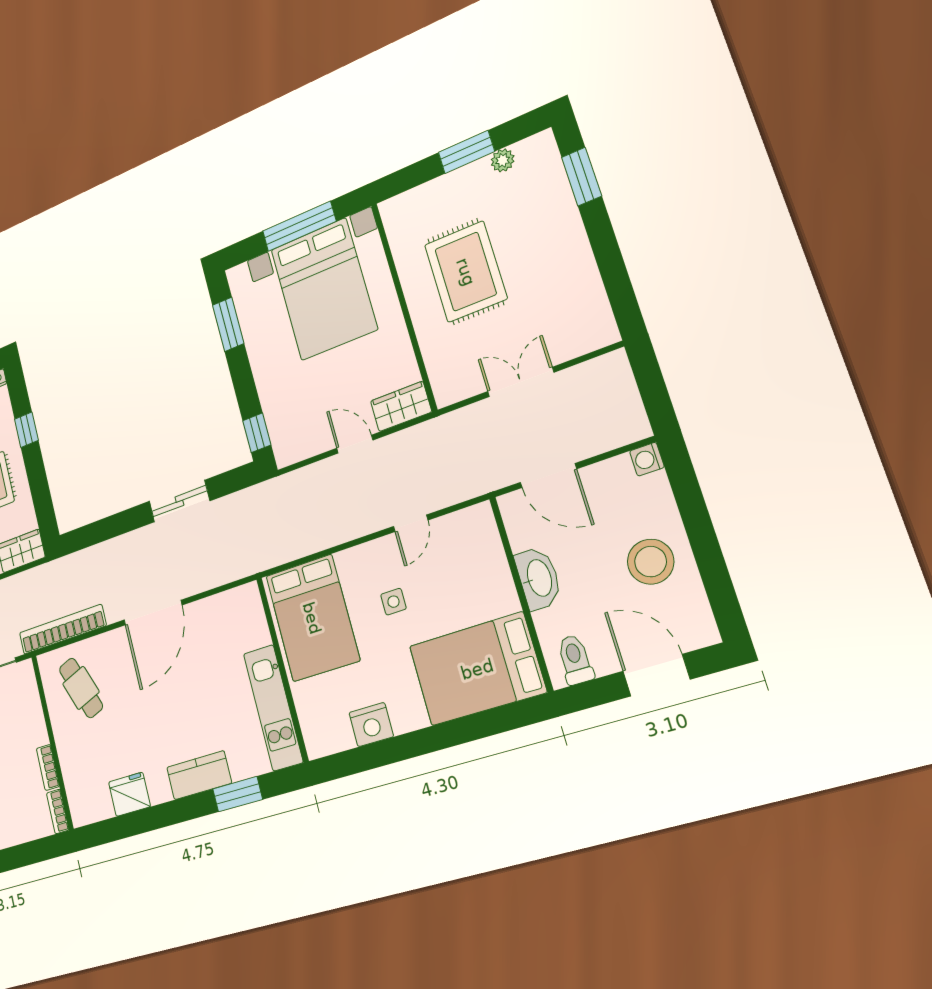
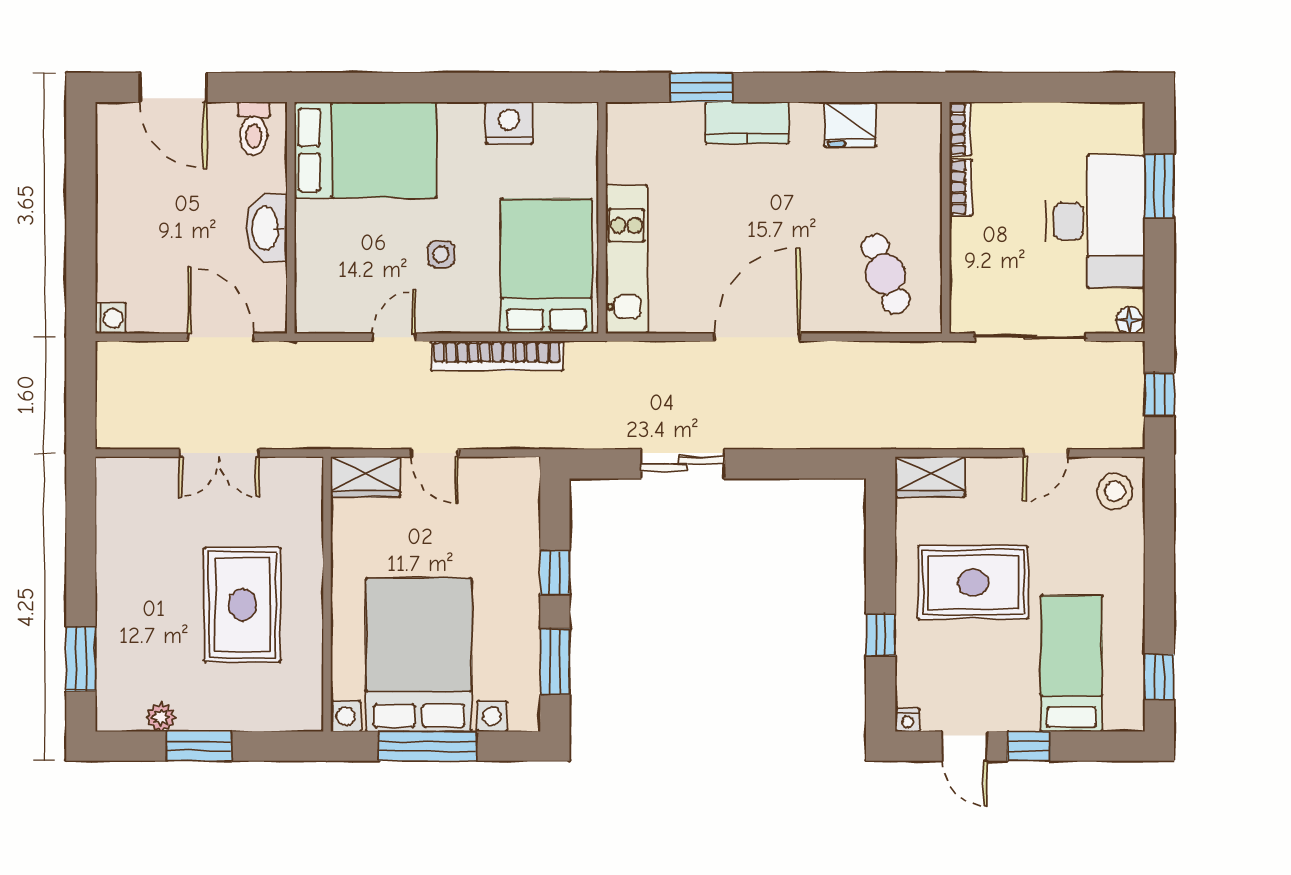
window: (257, 433) -> (555, 573), moved
stool: (651, 562) -> (141, 208), removed
bookcase: (63, 629) -> (497, 356), moved
kitchen unit: (273, 708) -> (626, 259), moved

